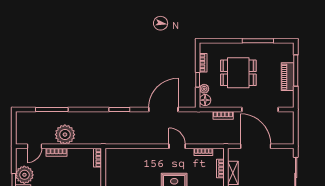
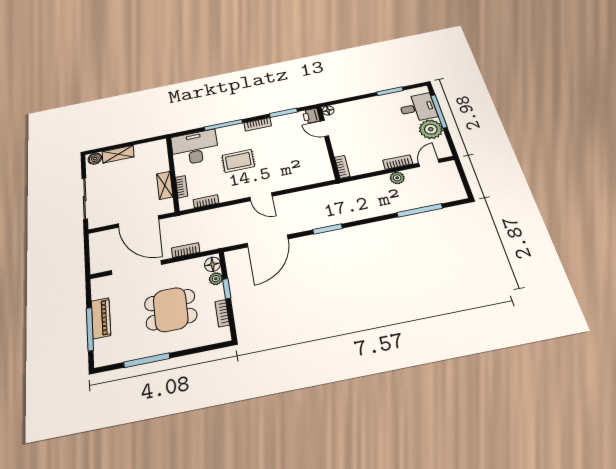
plant: (65, 135) -> (397, 178), width x0.53, depth x0.53
door: (177, 146) -> (261, 197), moved

